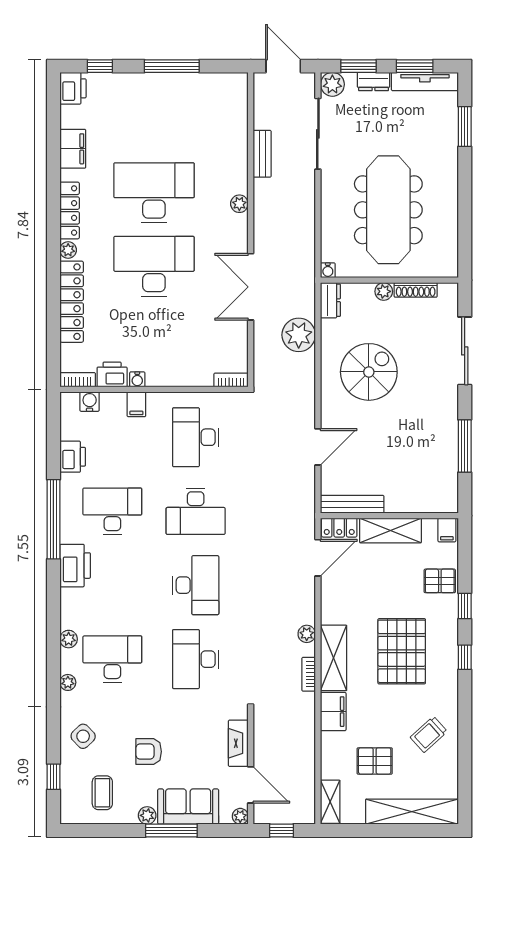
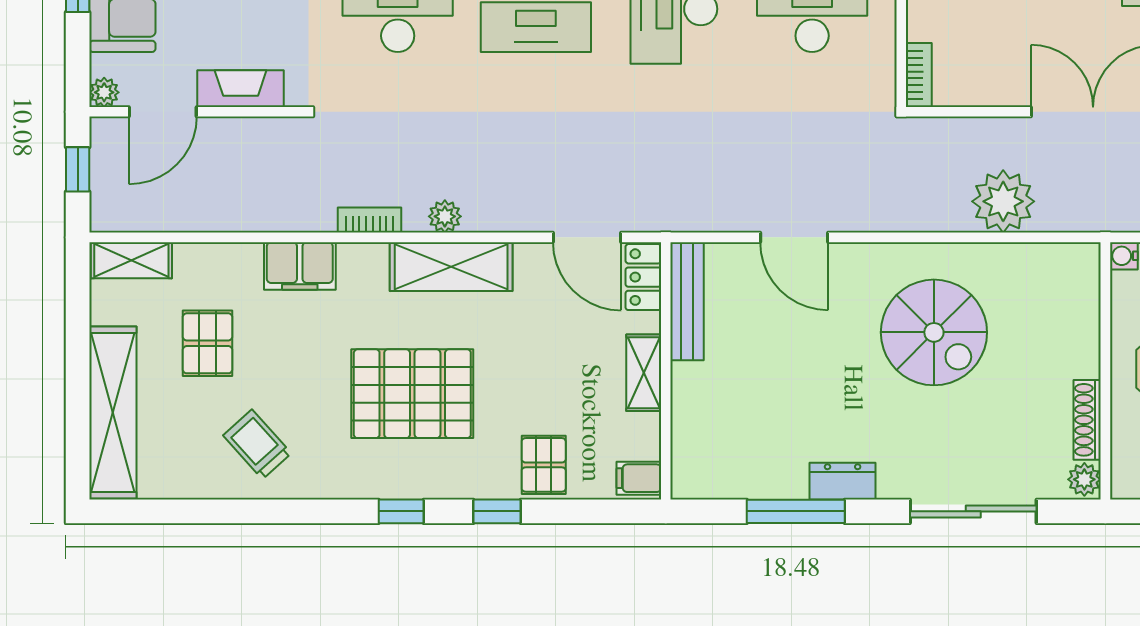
plant: (384, 291) -> (1084, 479), moved
dresser: (330, 300) -> (843, 481), moved, turned 180
shelving: (390, 530) -> (644, 373), width x0.67, depth x0.75
shelving: (334, 658) -> (451, 267), moved

